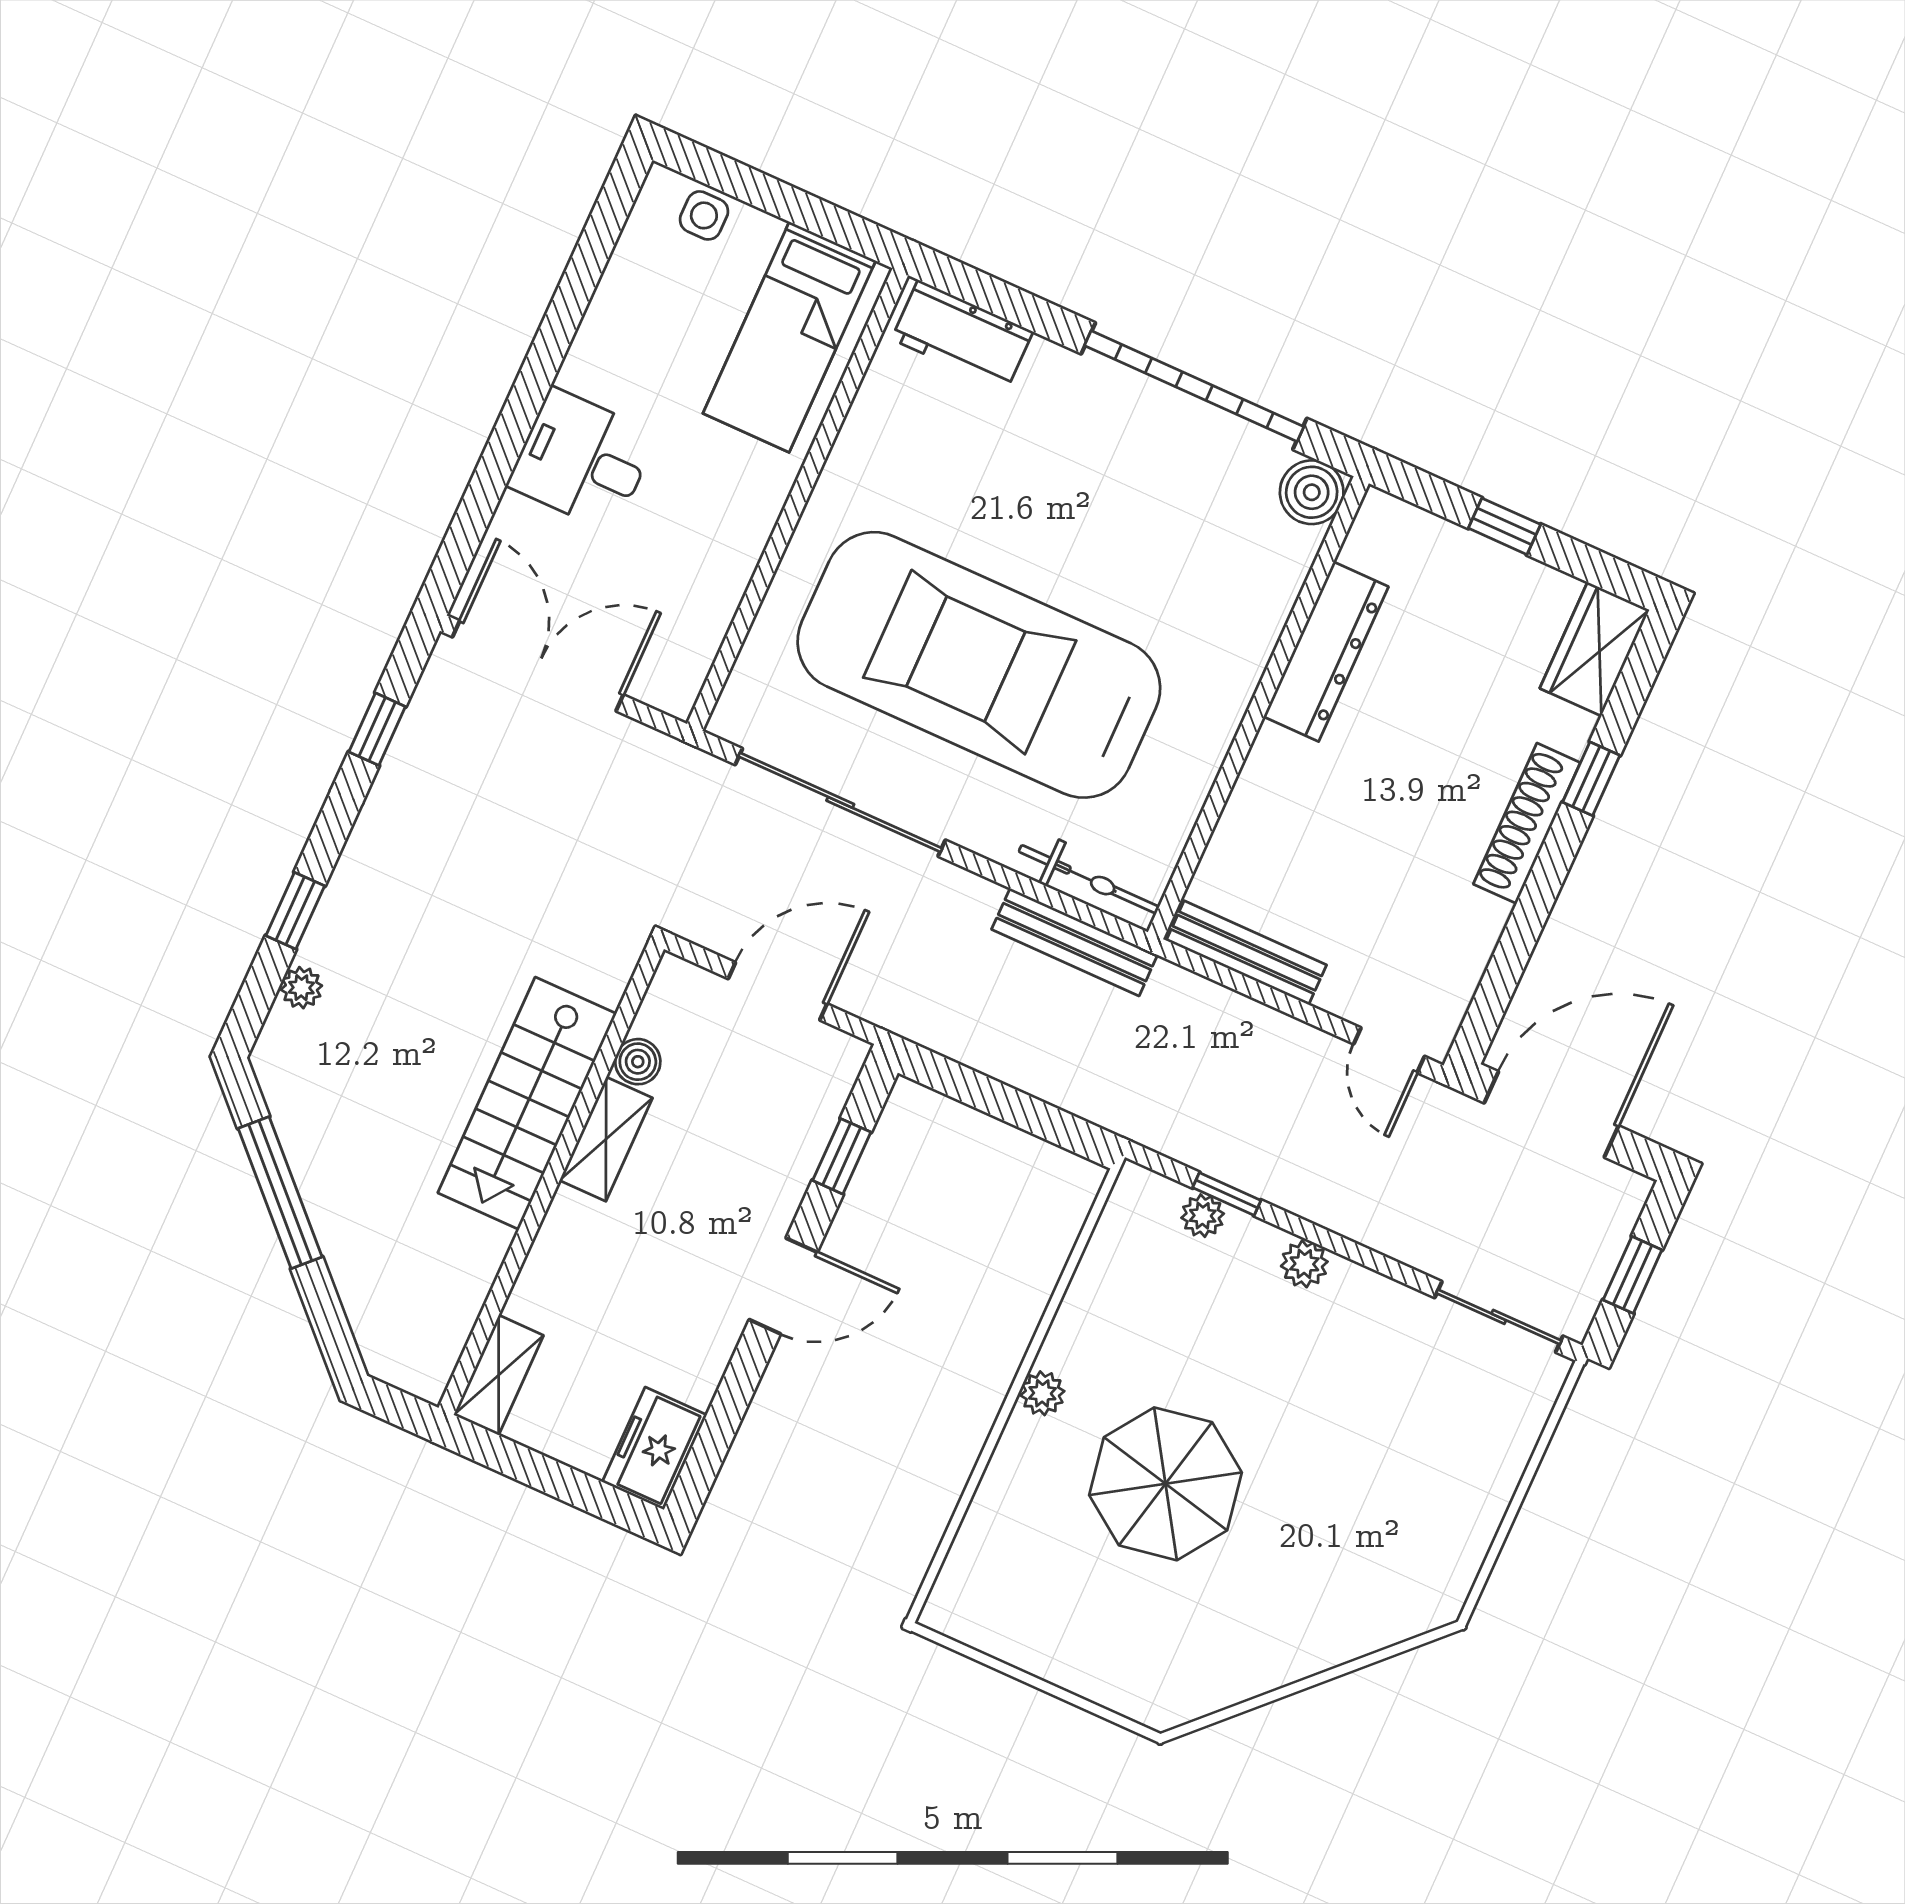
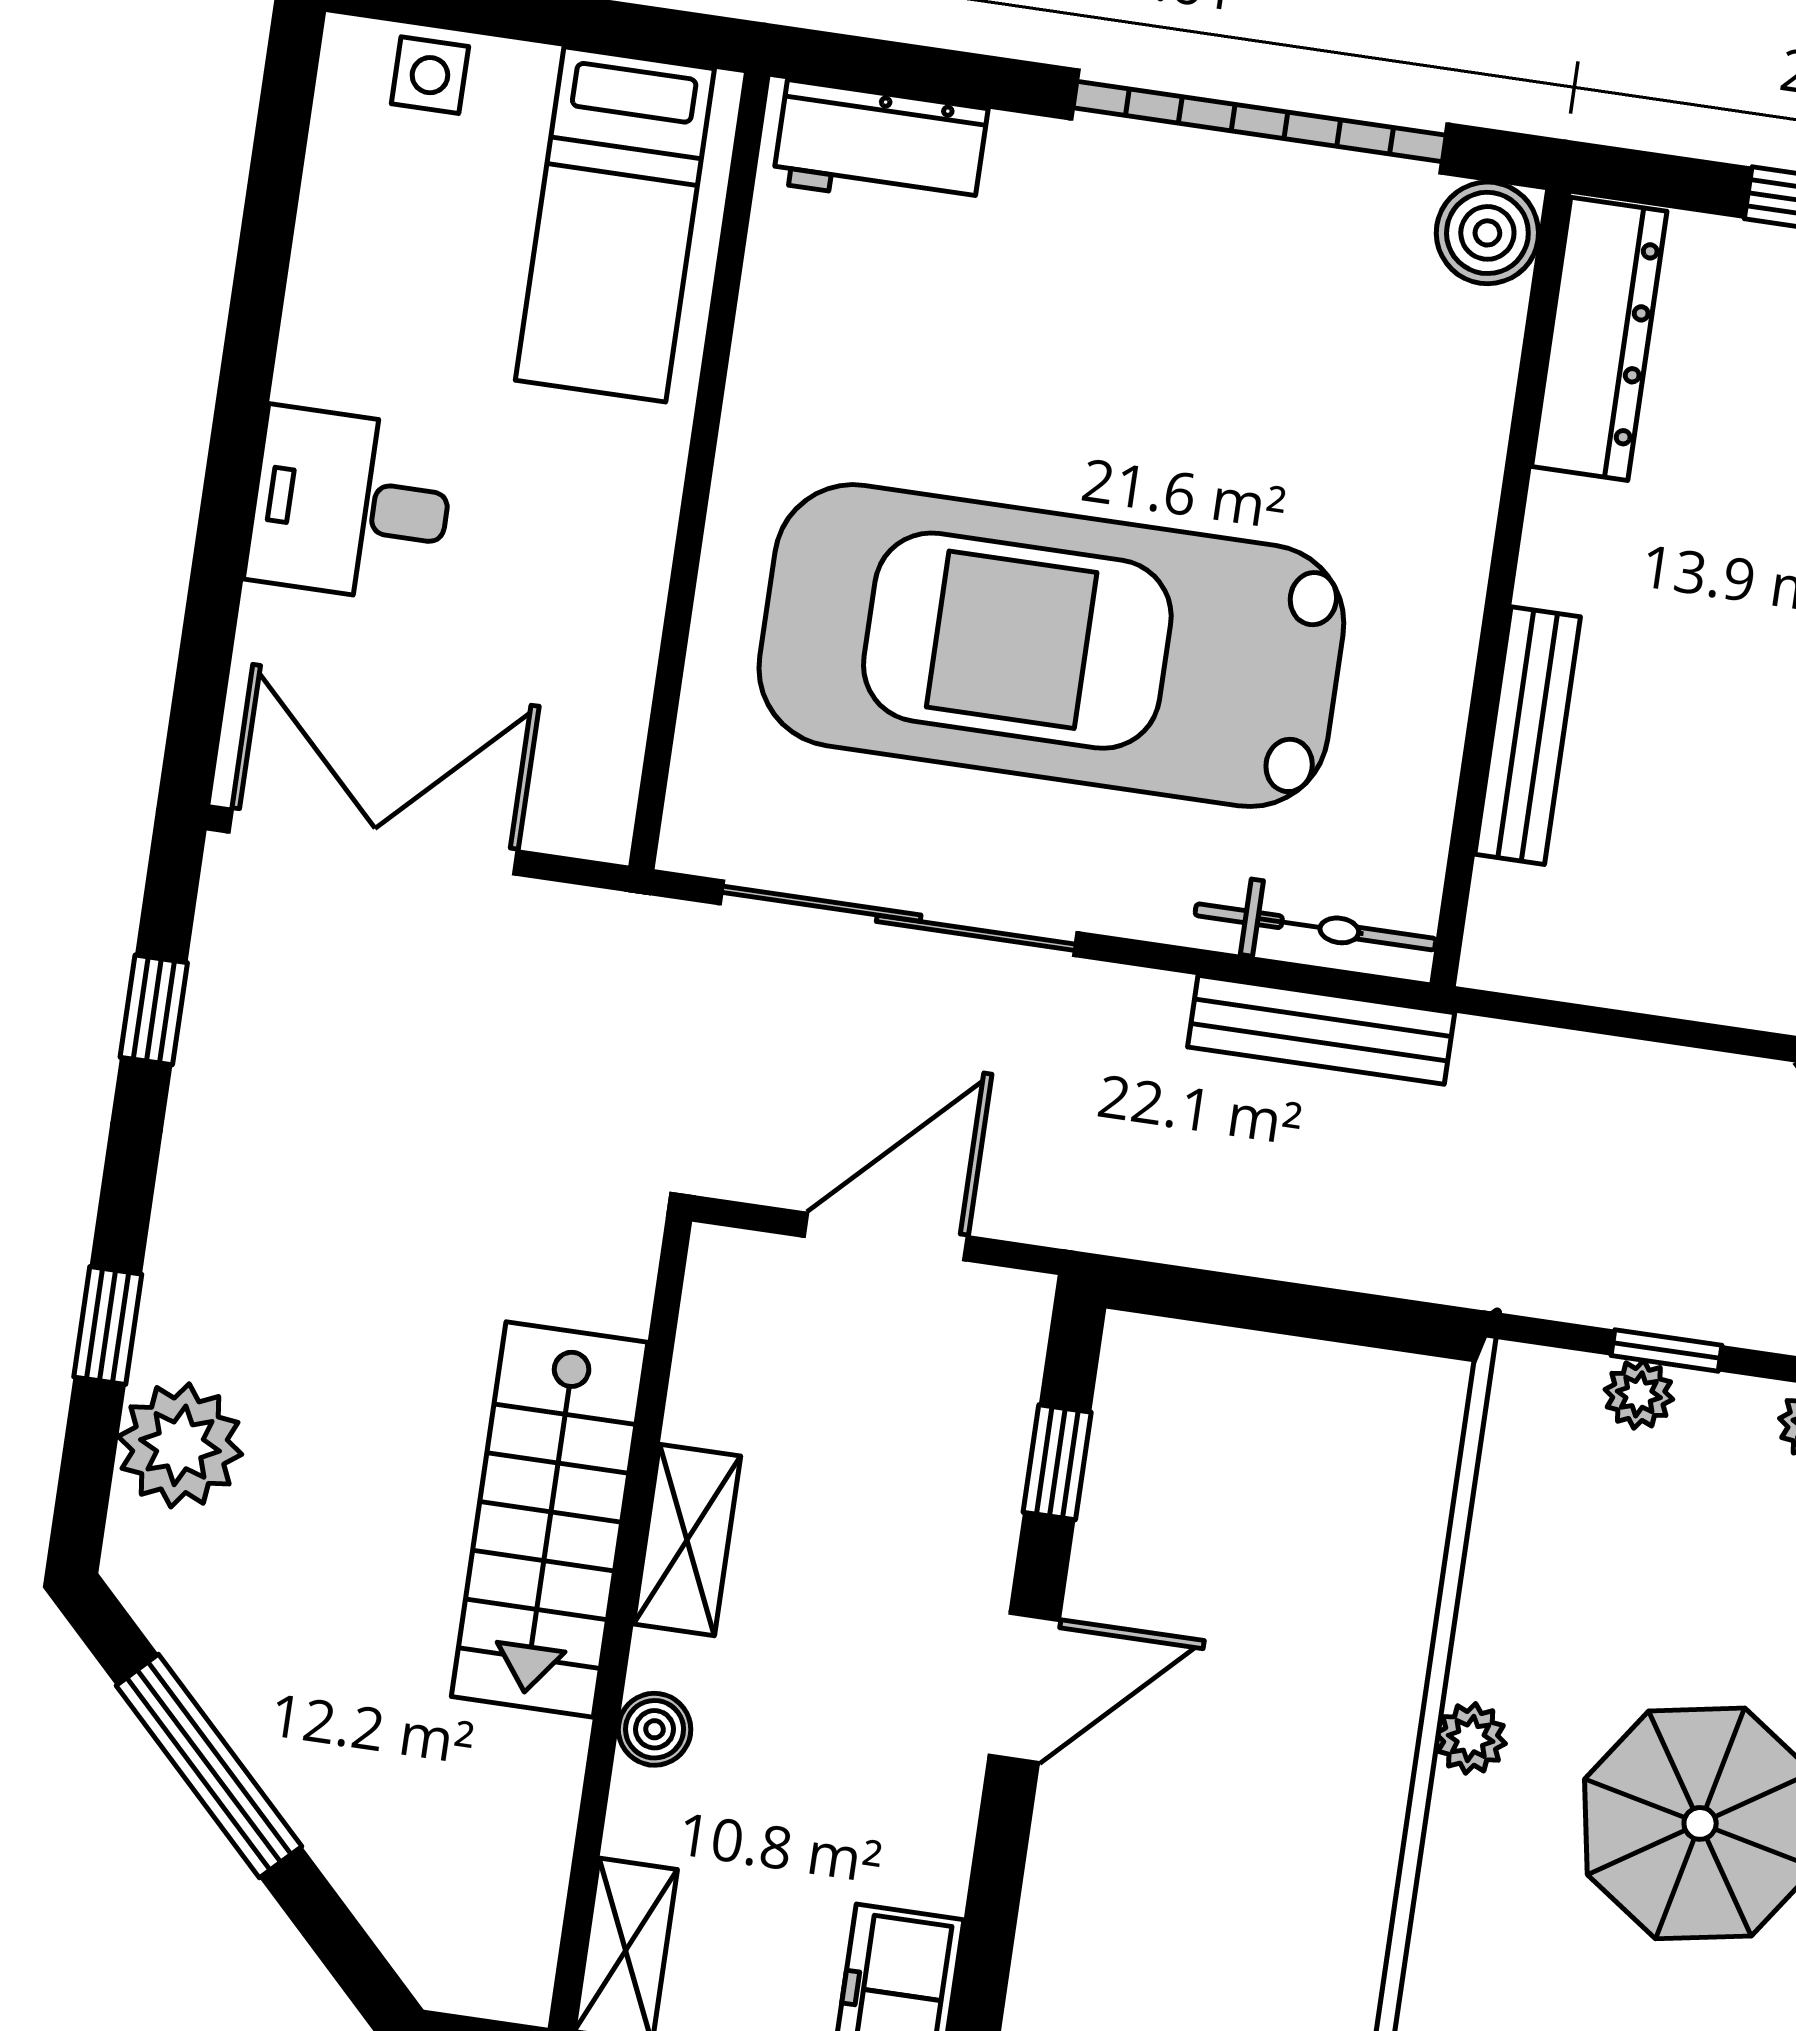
dresser: (1326, 652) -> (1599, 339), moved
bench: (1246, 953) -> (1528, 736), moved, turned 90
plant: (301, 988) -> (180, 1445), width x1.88, depth x1.88
boiler: (638, 1062) -> (655, 1729), moved

